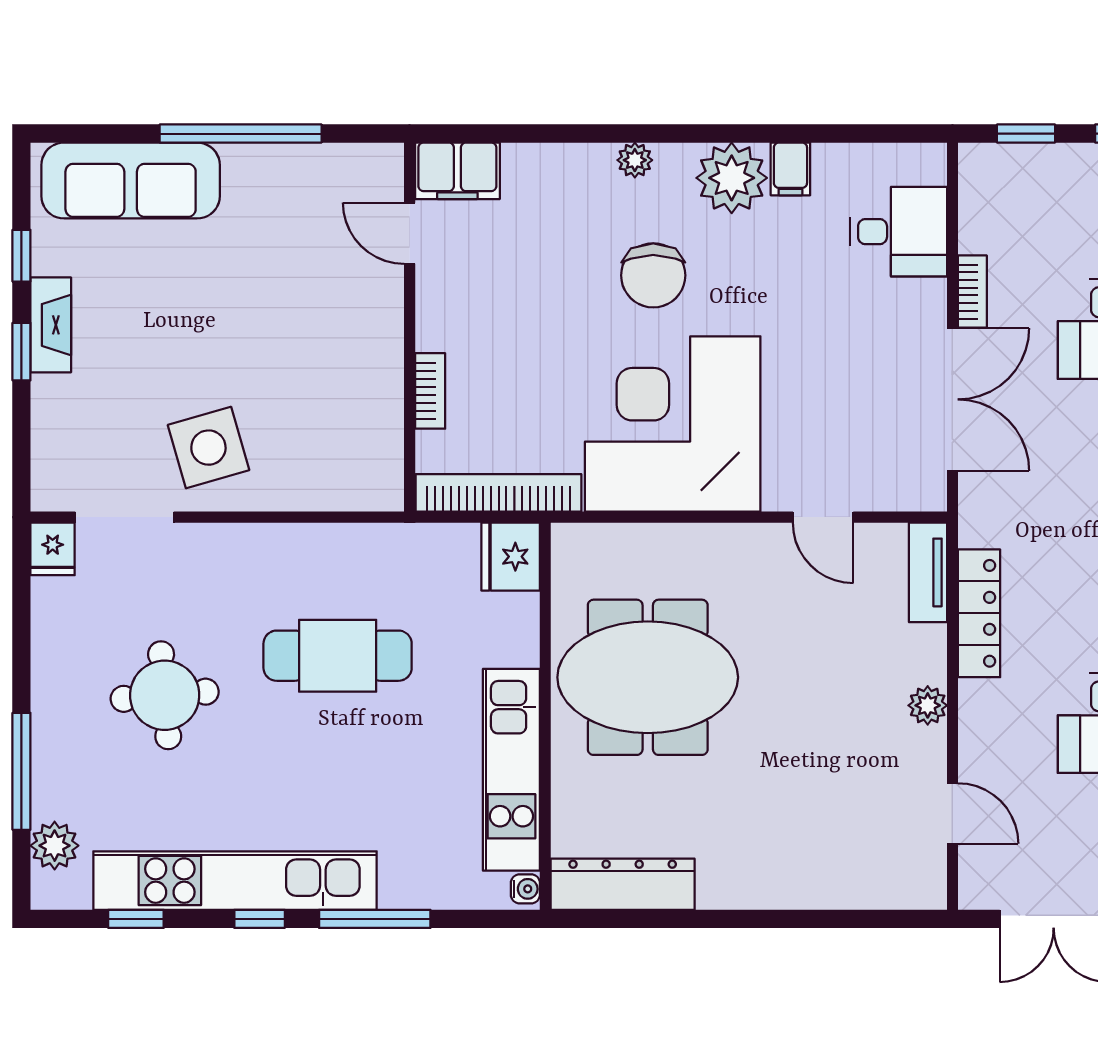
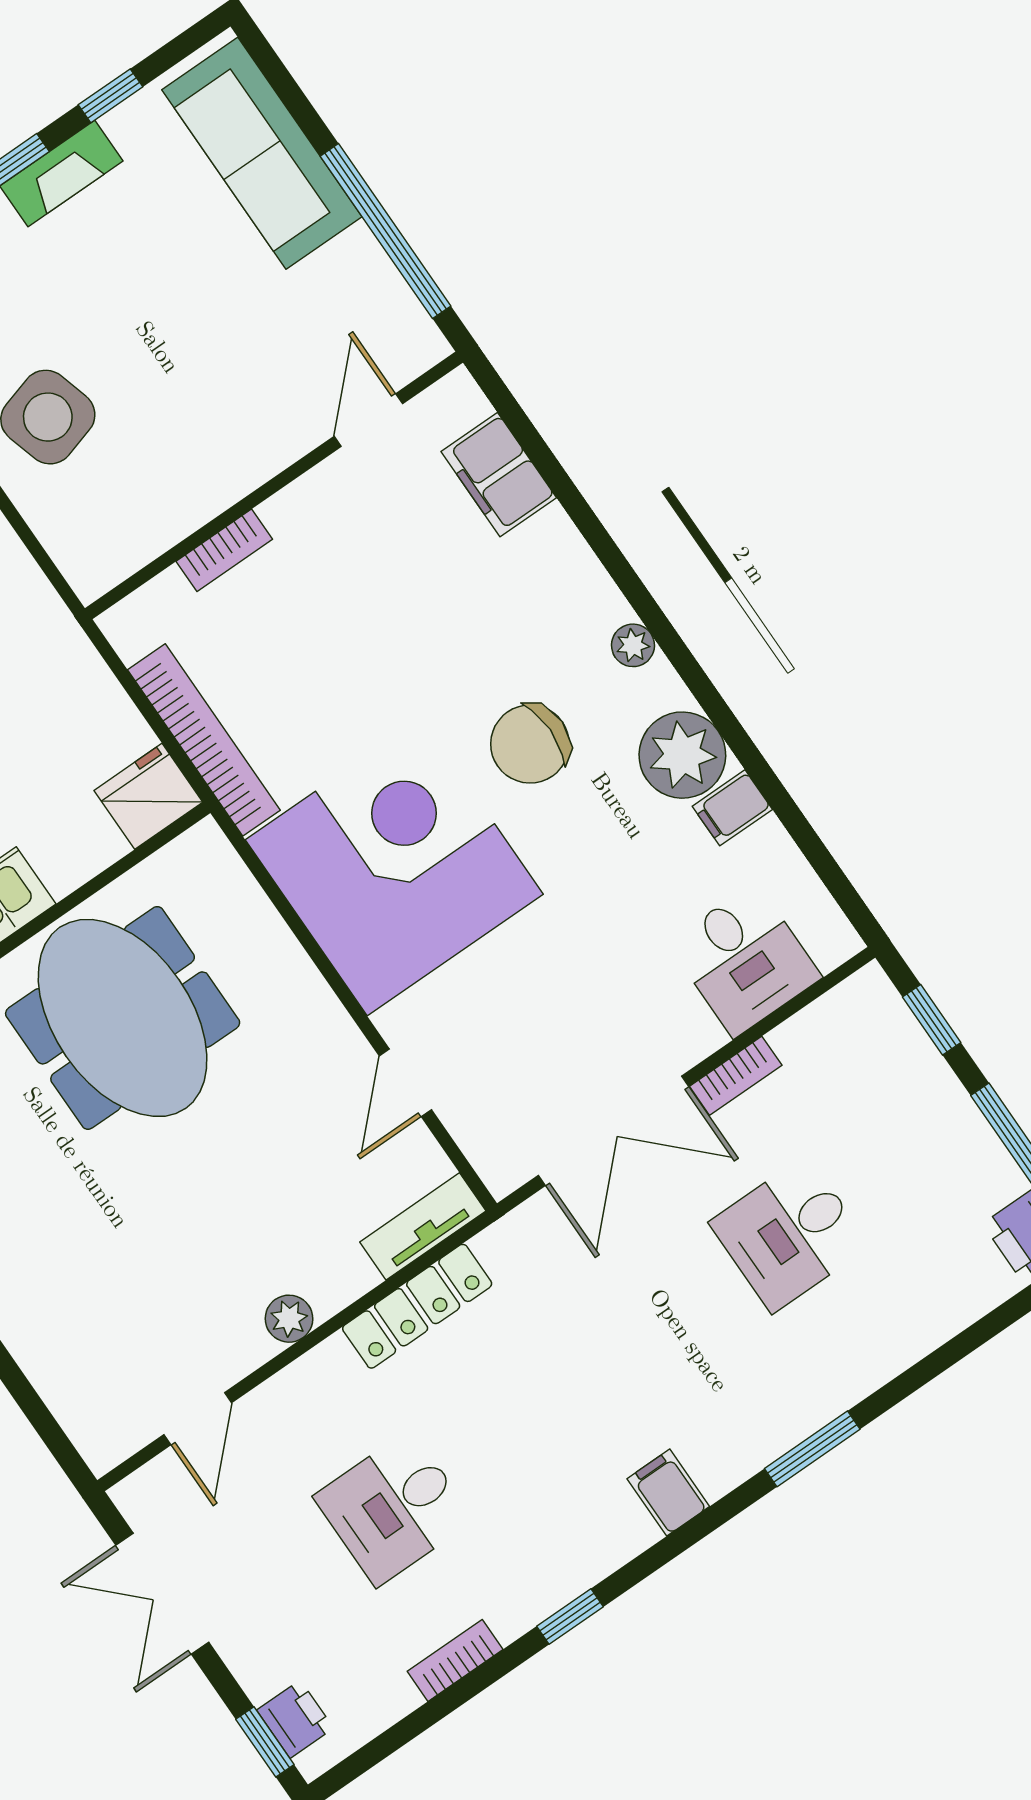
door: (410, 233) -> (368, 420), moved
wall: (410, 327) -> (274, 485), moved
bookcase: (430, 391) -> (224, 550), moved

